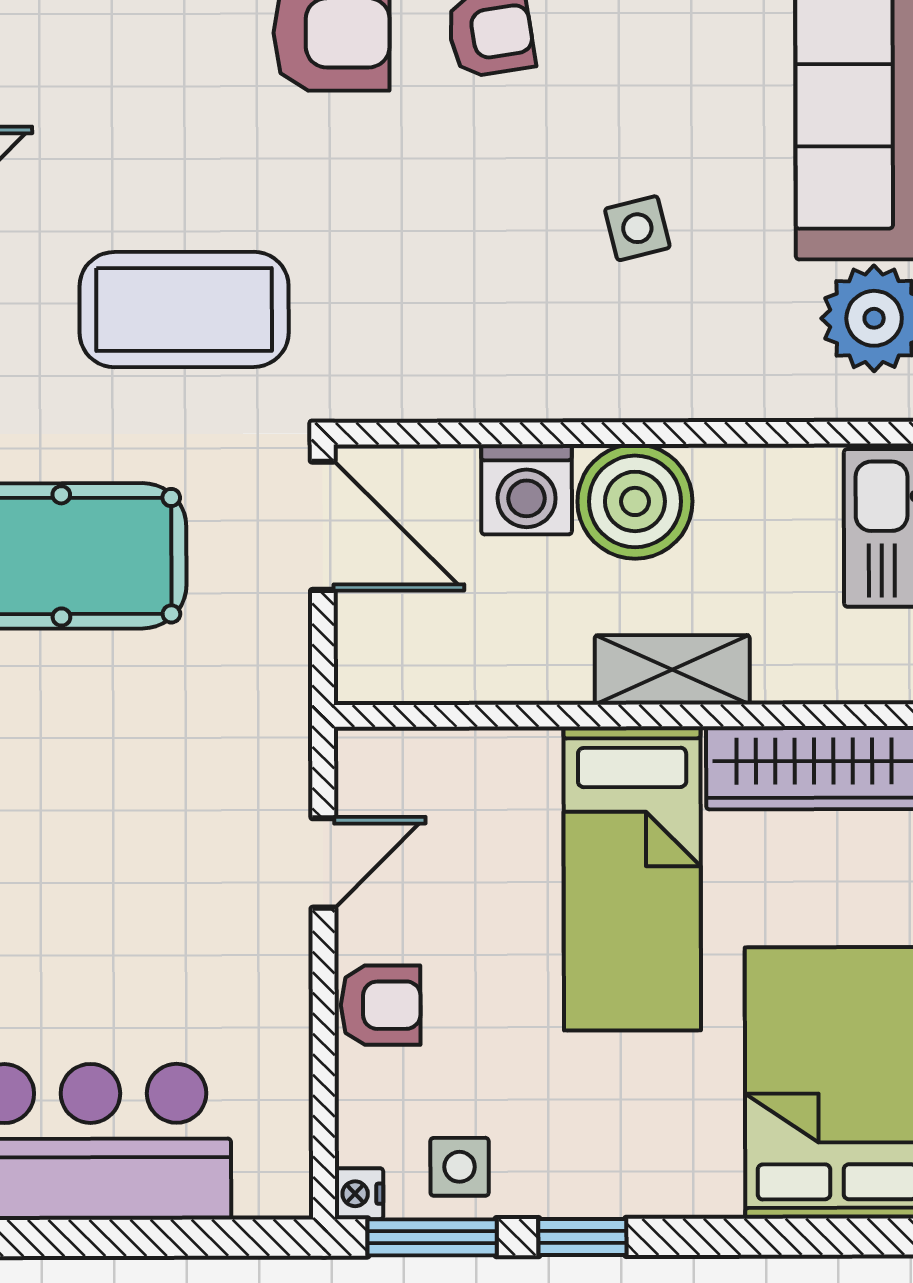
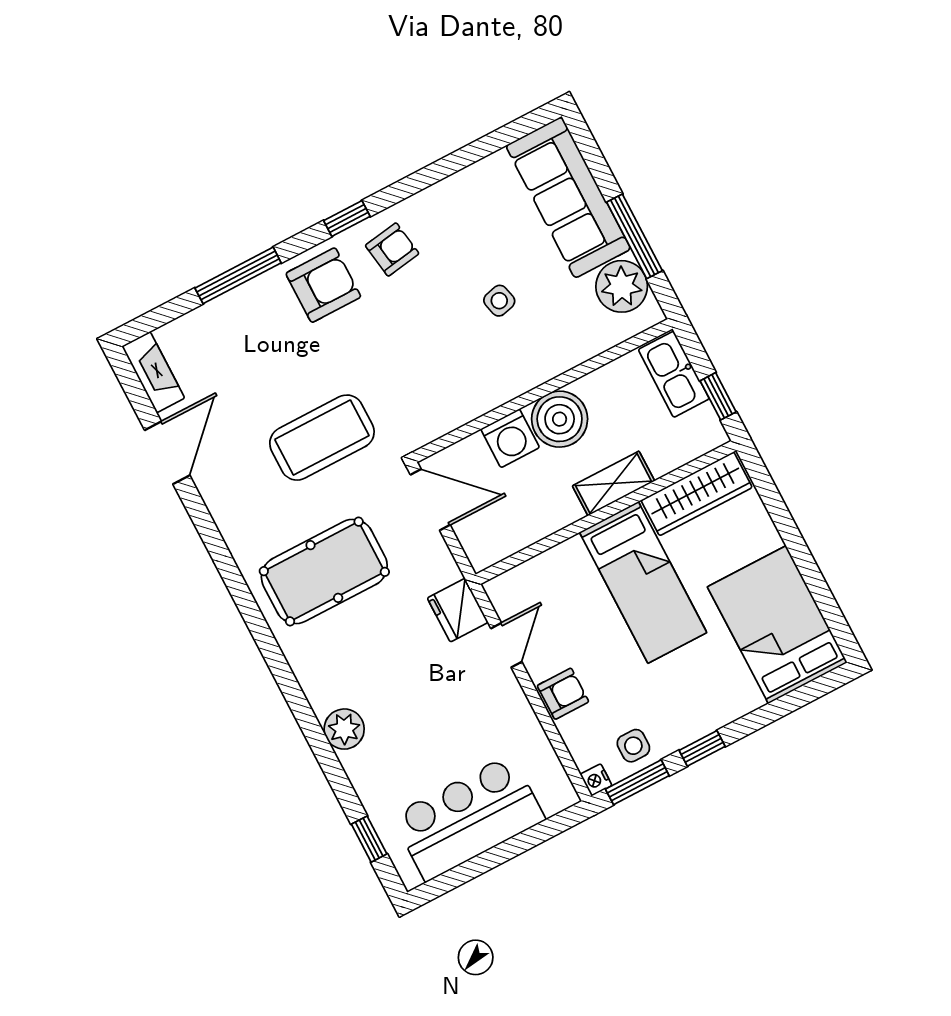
fridge: (268, 753) -> (458, 610), added

